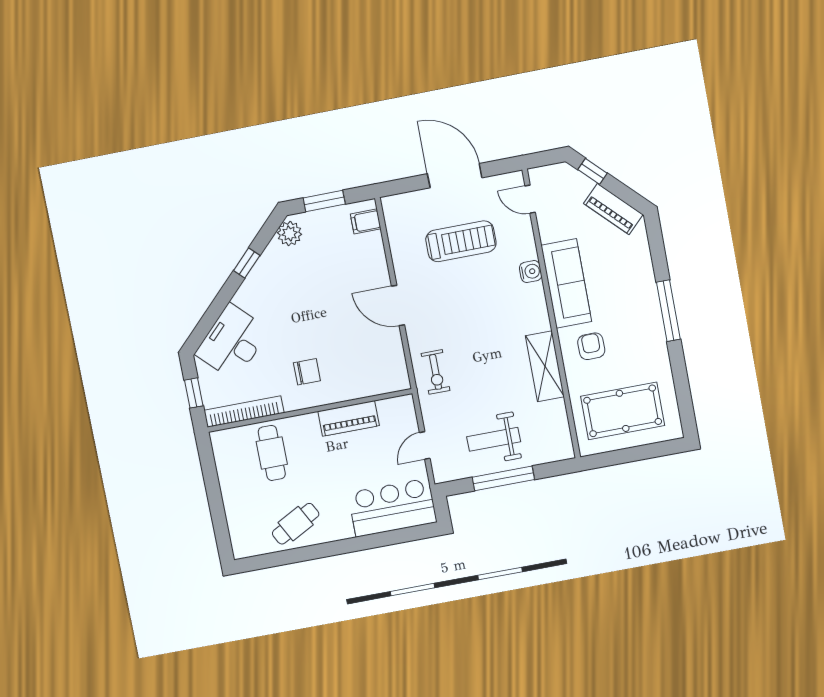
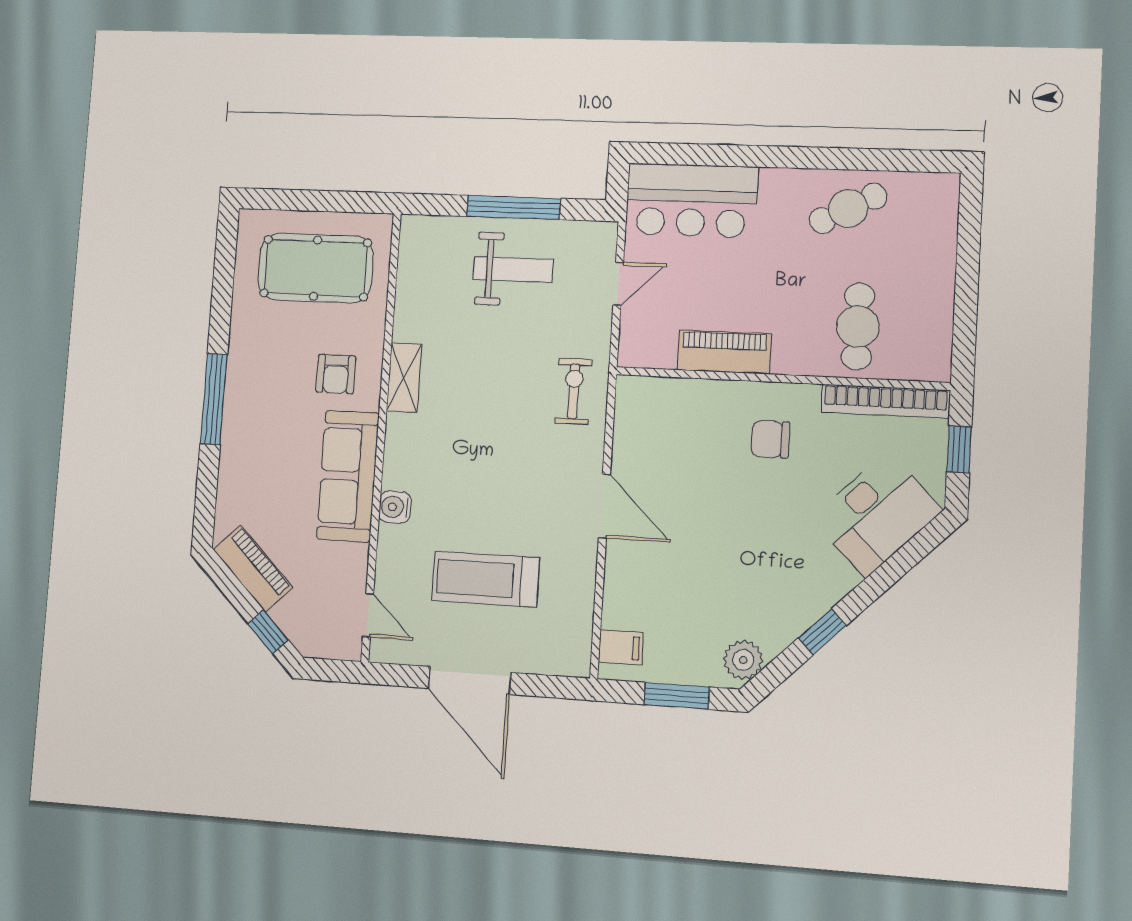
shelving: (545, 366) -> (404, 378), width x0.67, depth x0.75

